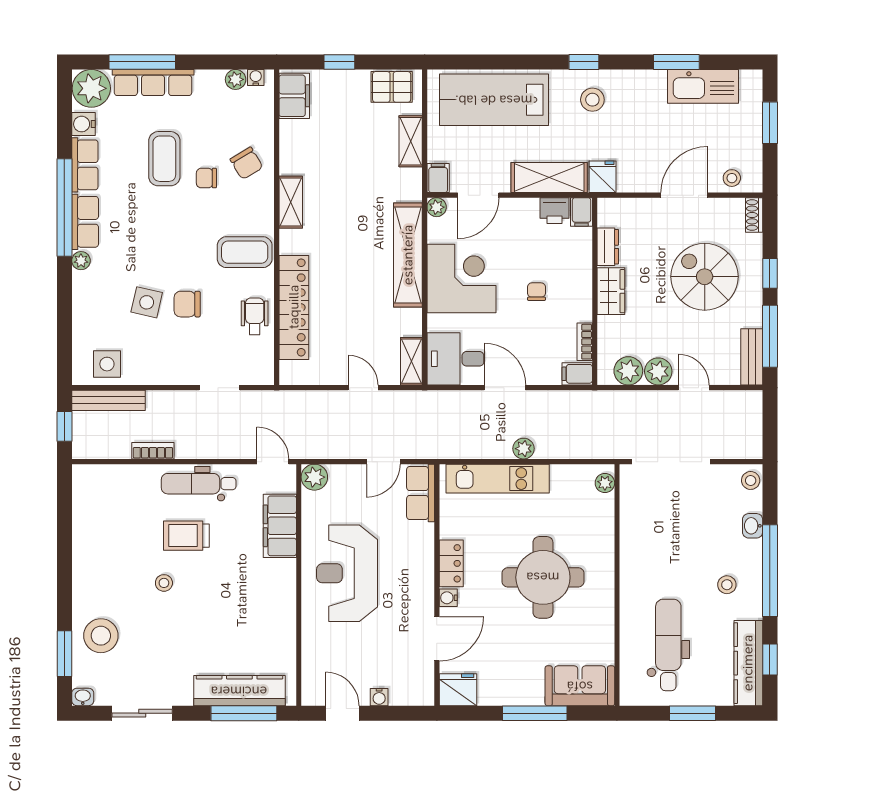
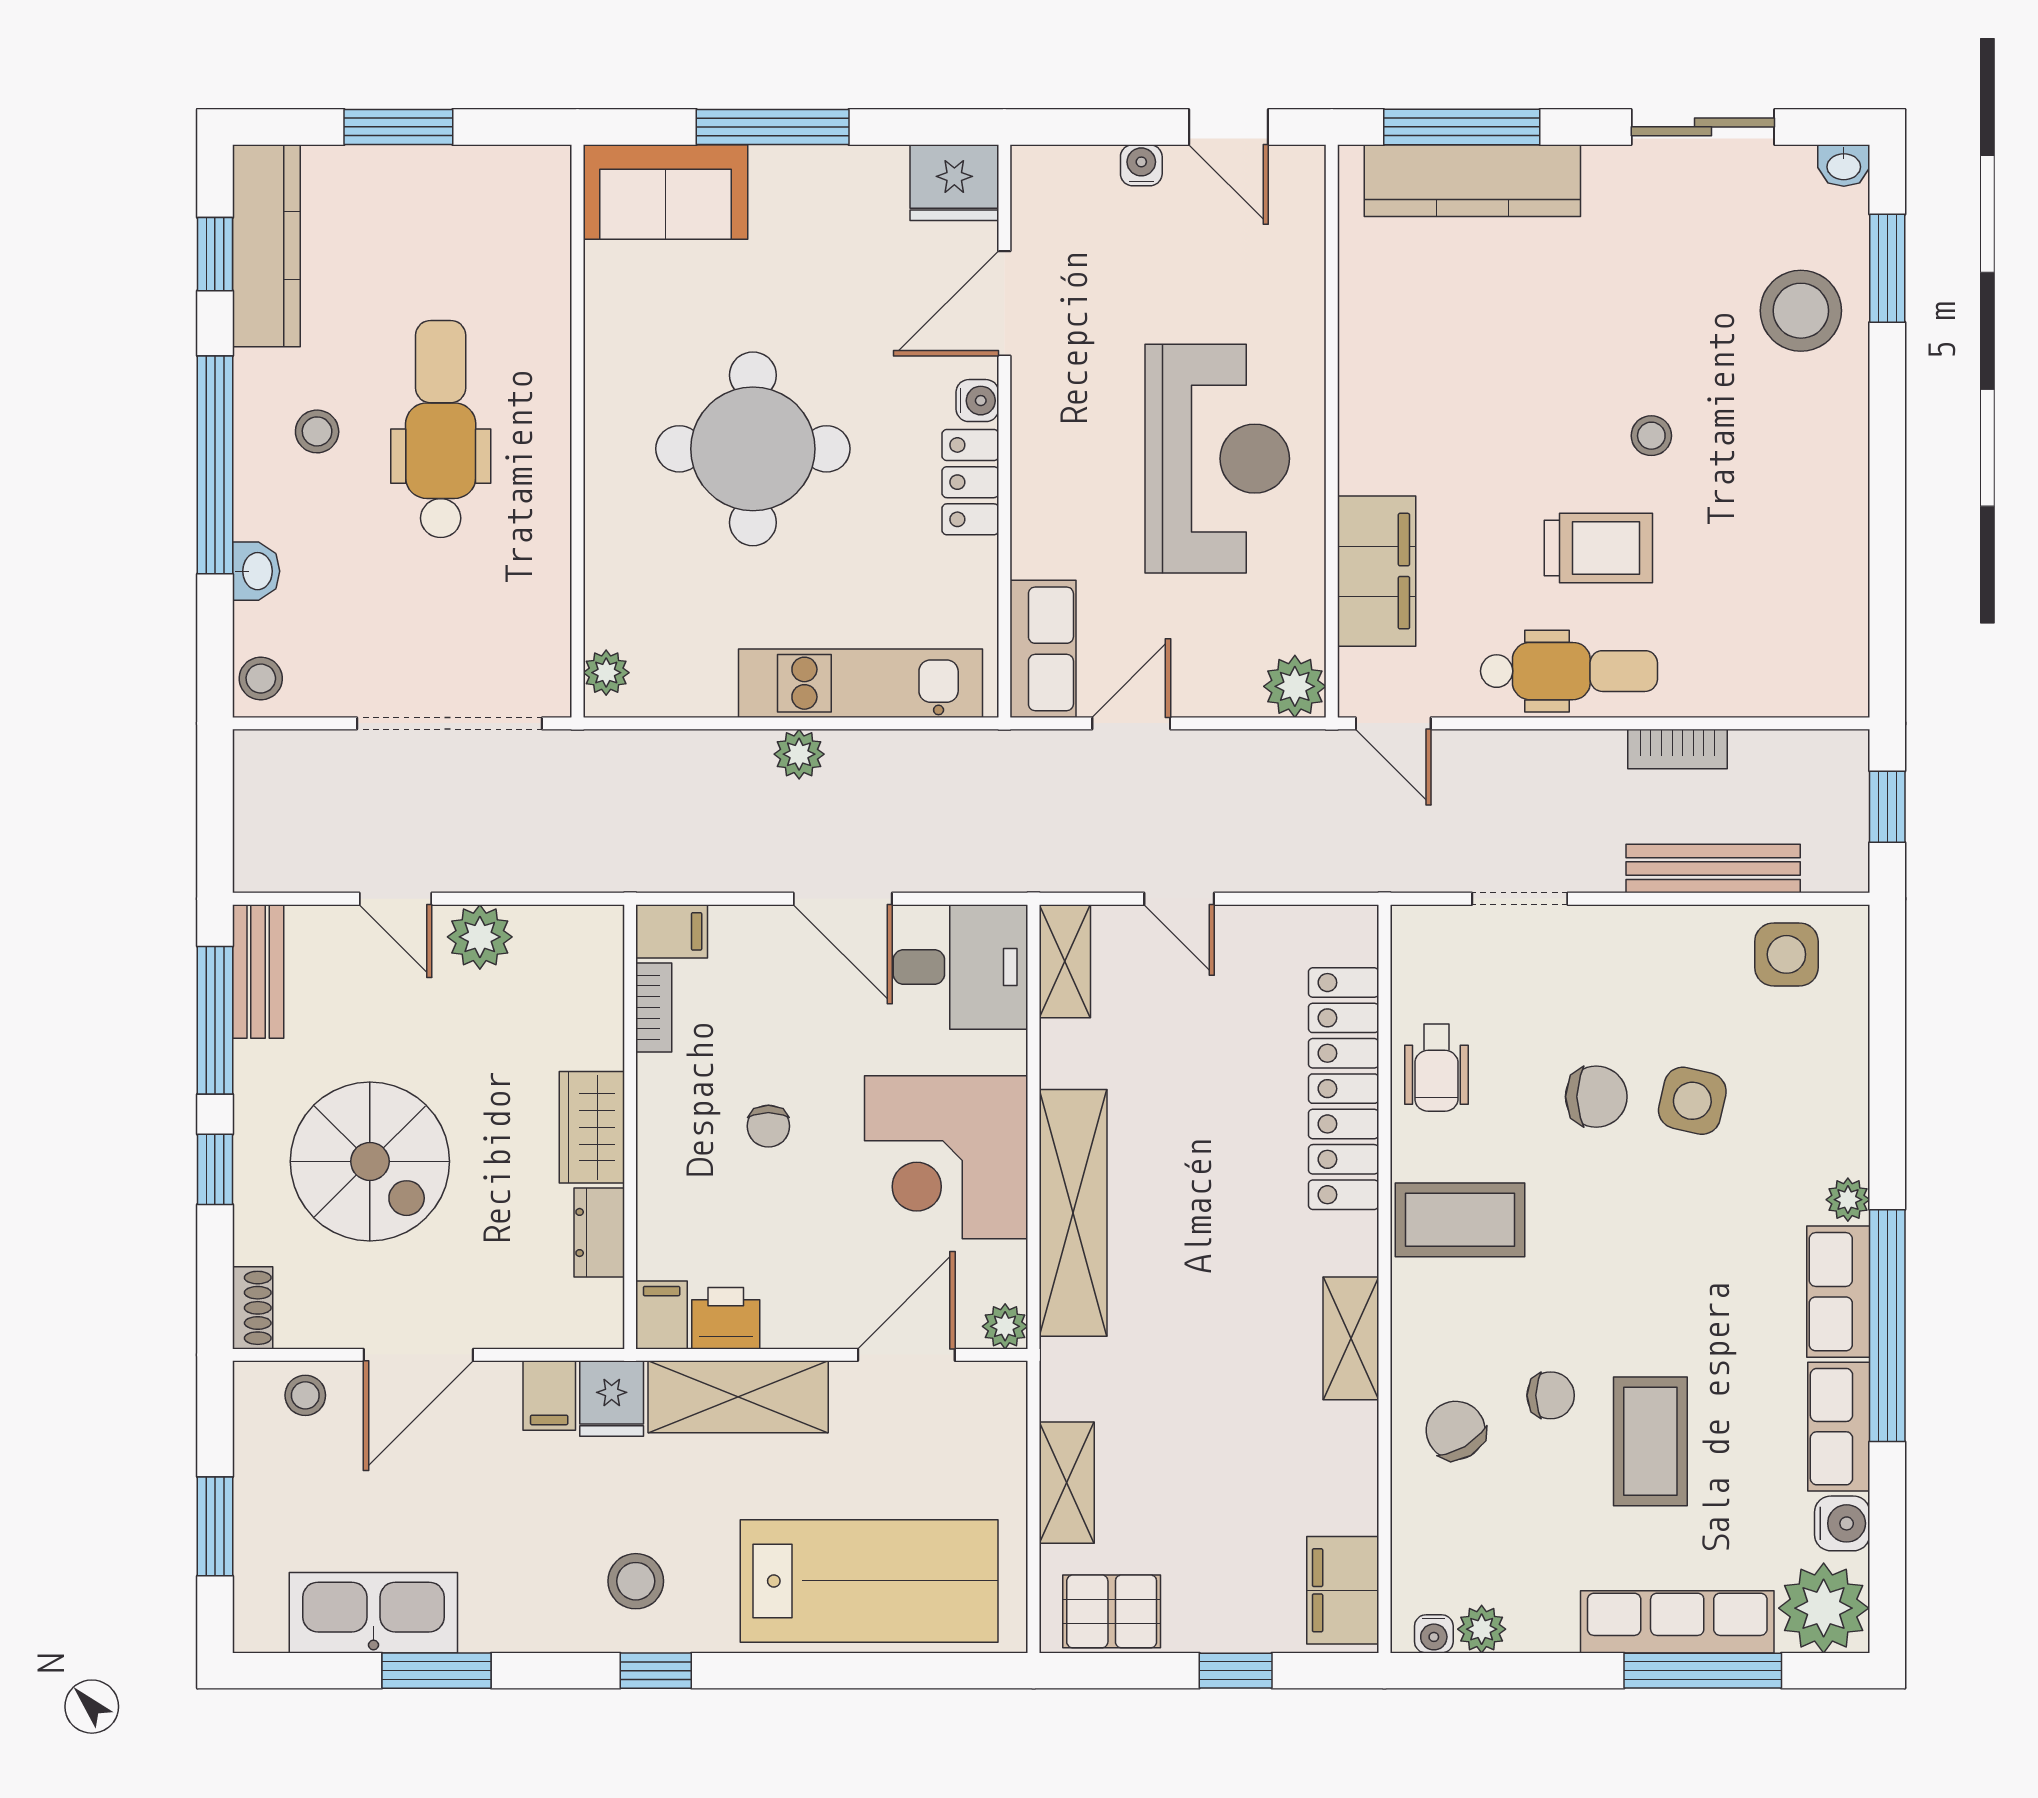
filing cabinet: (438, 178) -> (549, 1396), moved
plant: (628, 371) -> (551, 938), removed
bench: (109, 400) -> (1713, 869), moved
dental chair: (668, 645) -> (441, 429), moved, turned 180

